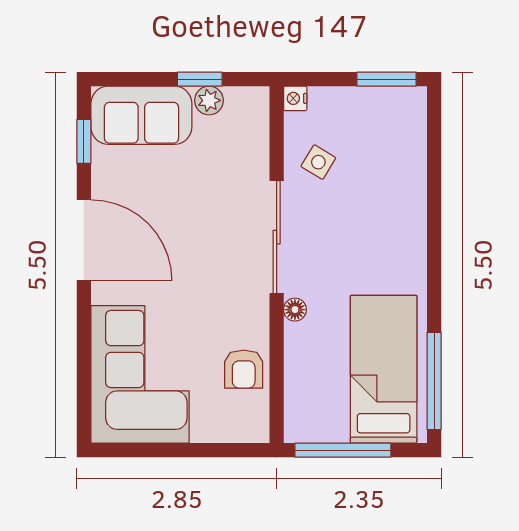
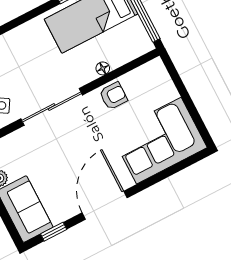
floor lamp: (295, 310) -> (103, 68), moved
armchair: (244, 369) -> (113, 96), moved

